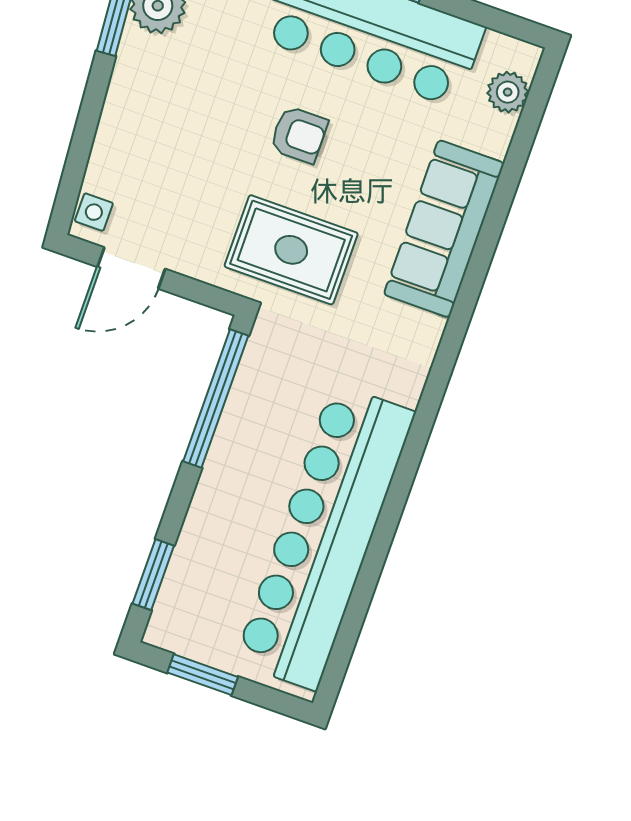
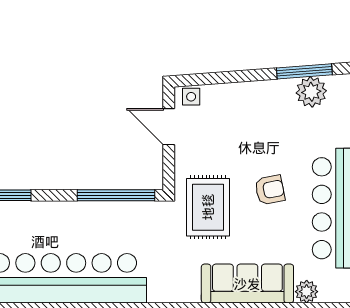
plant: (508, 92) -> (307, 292), moved
armchair: (299, 135) -> (270, 190), turned -101

